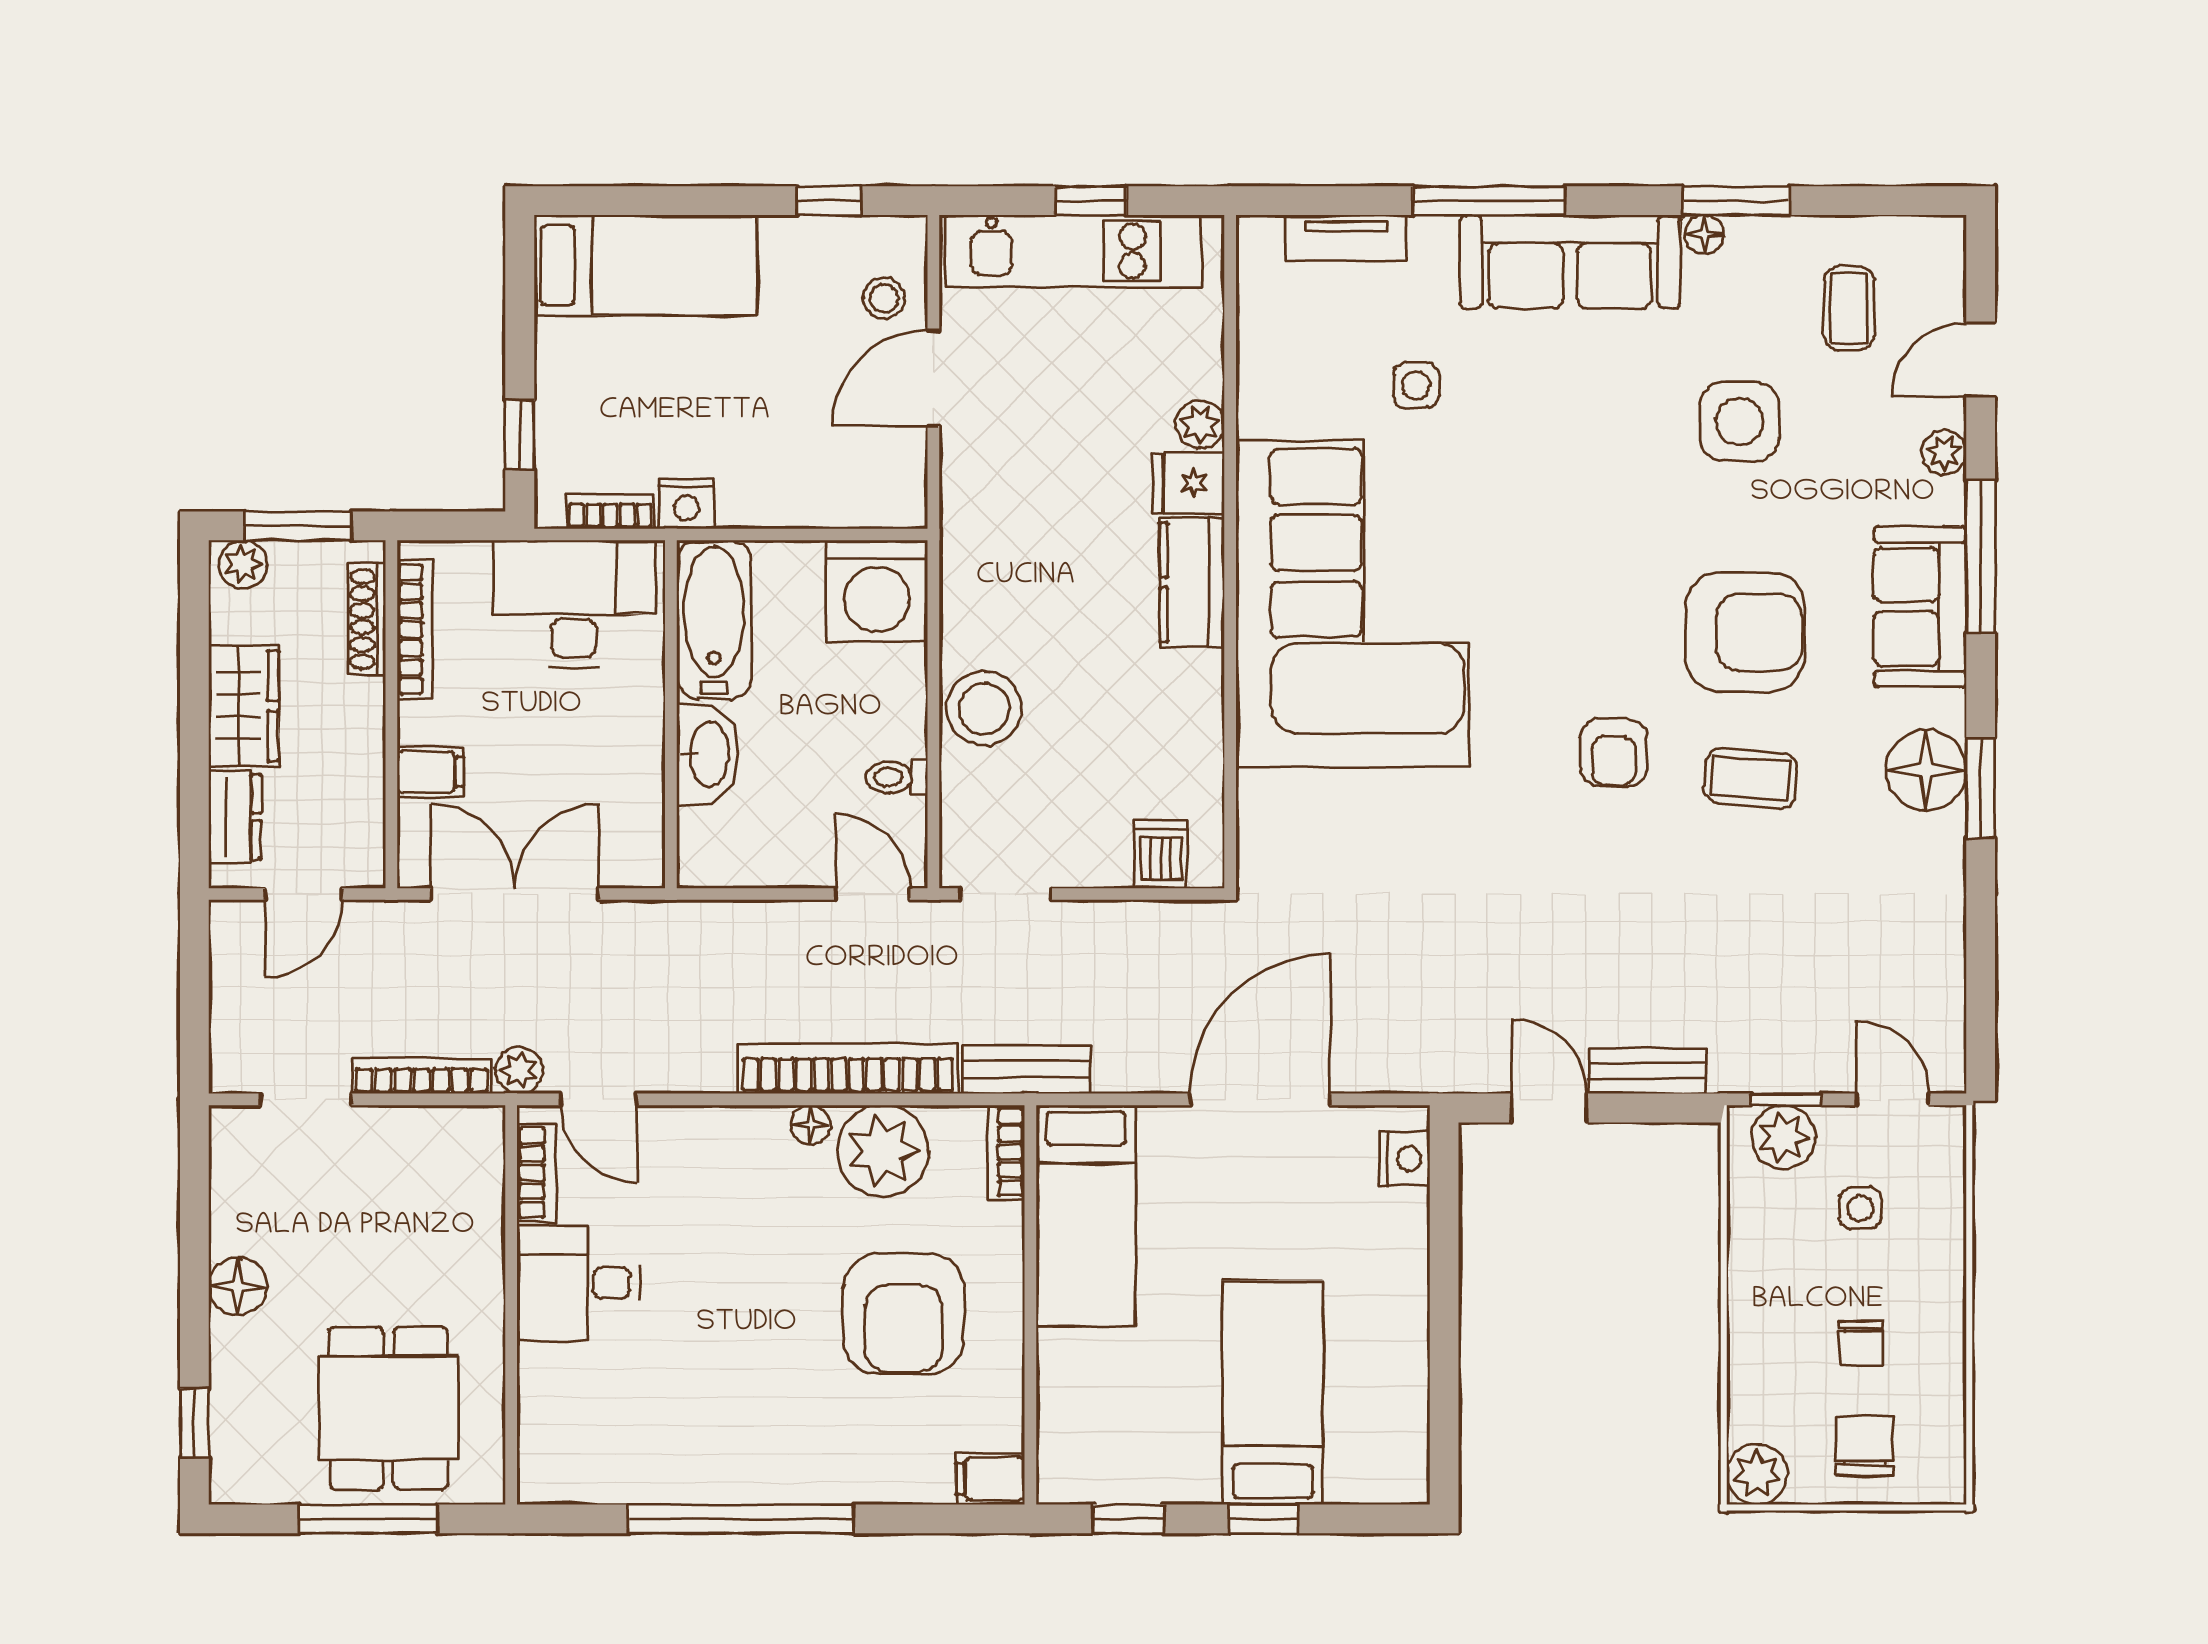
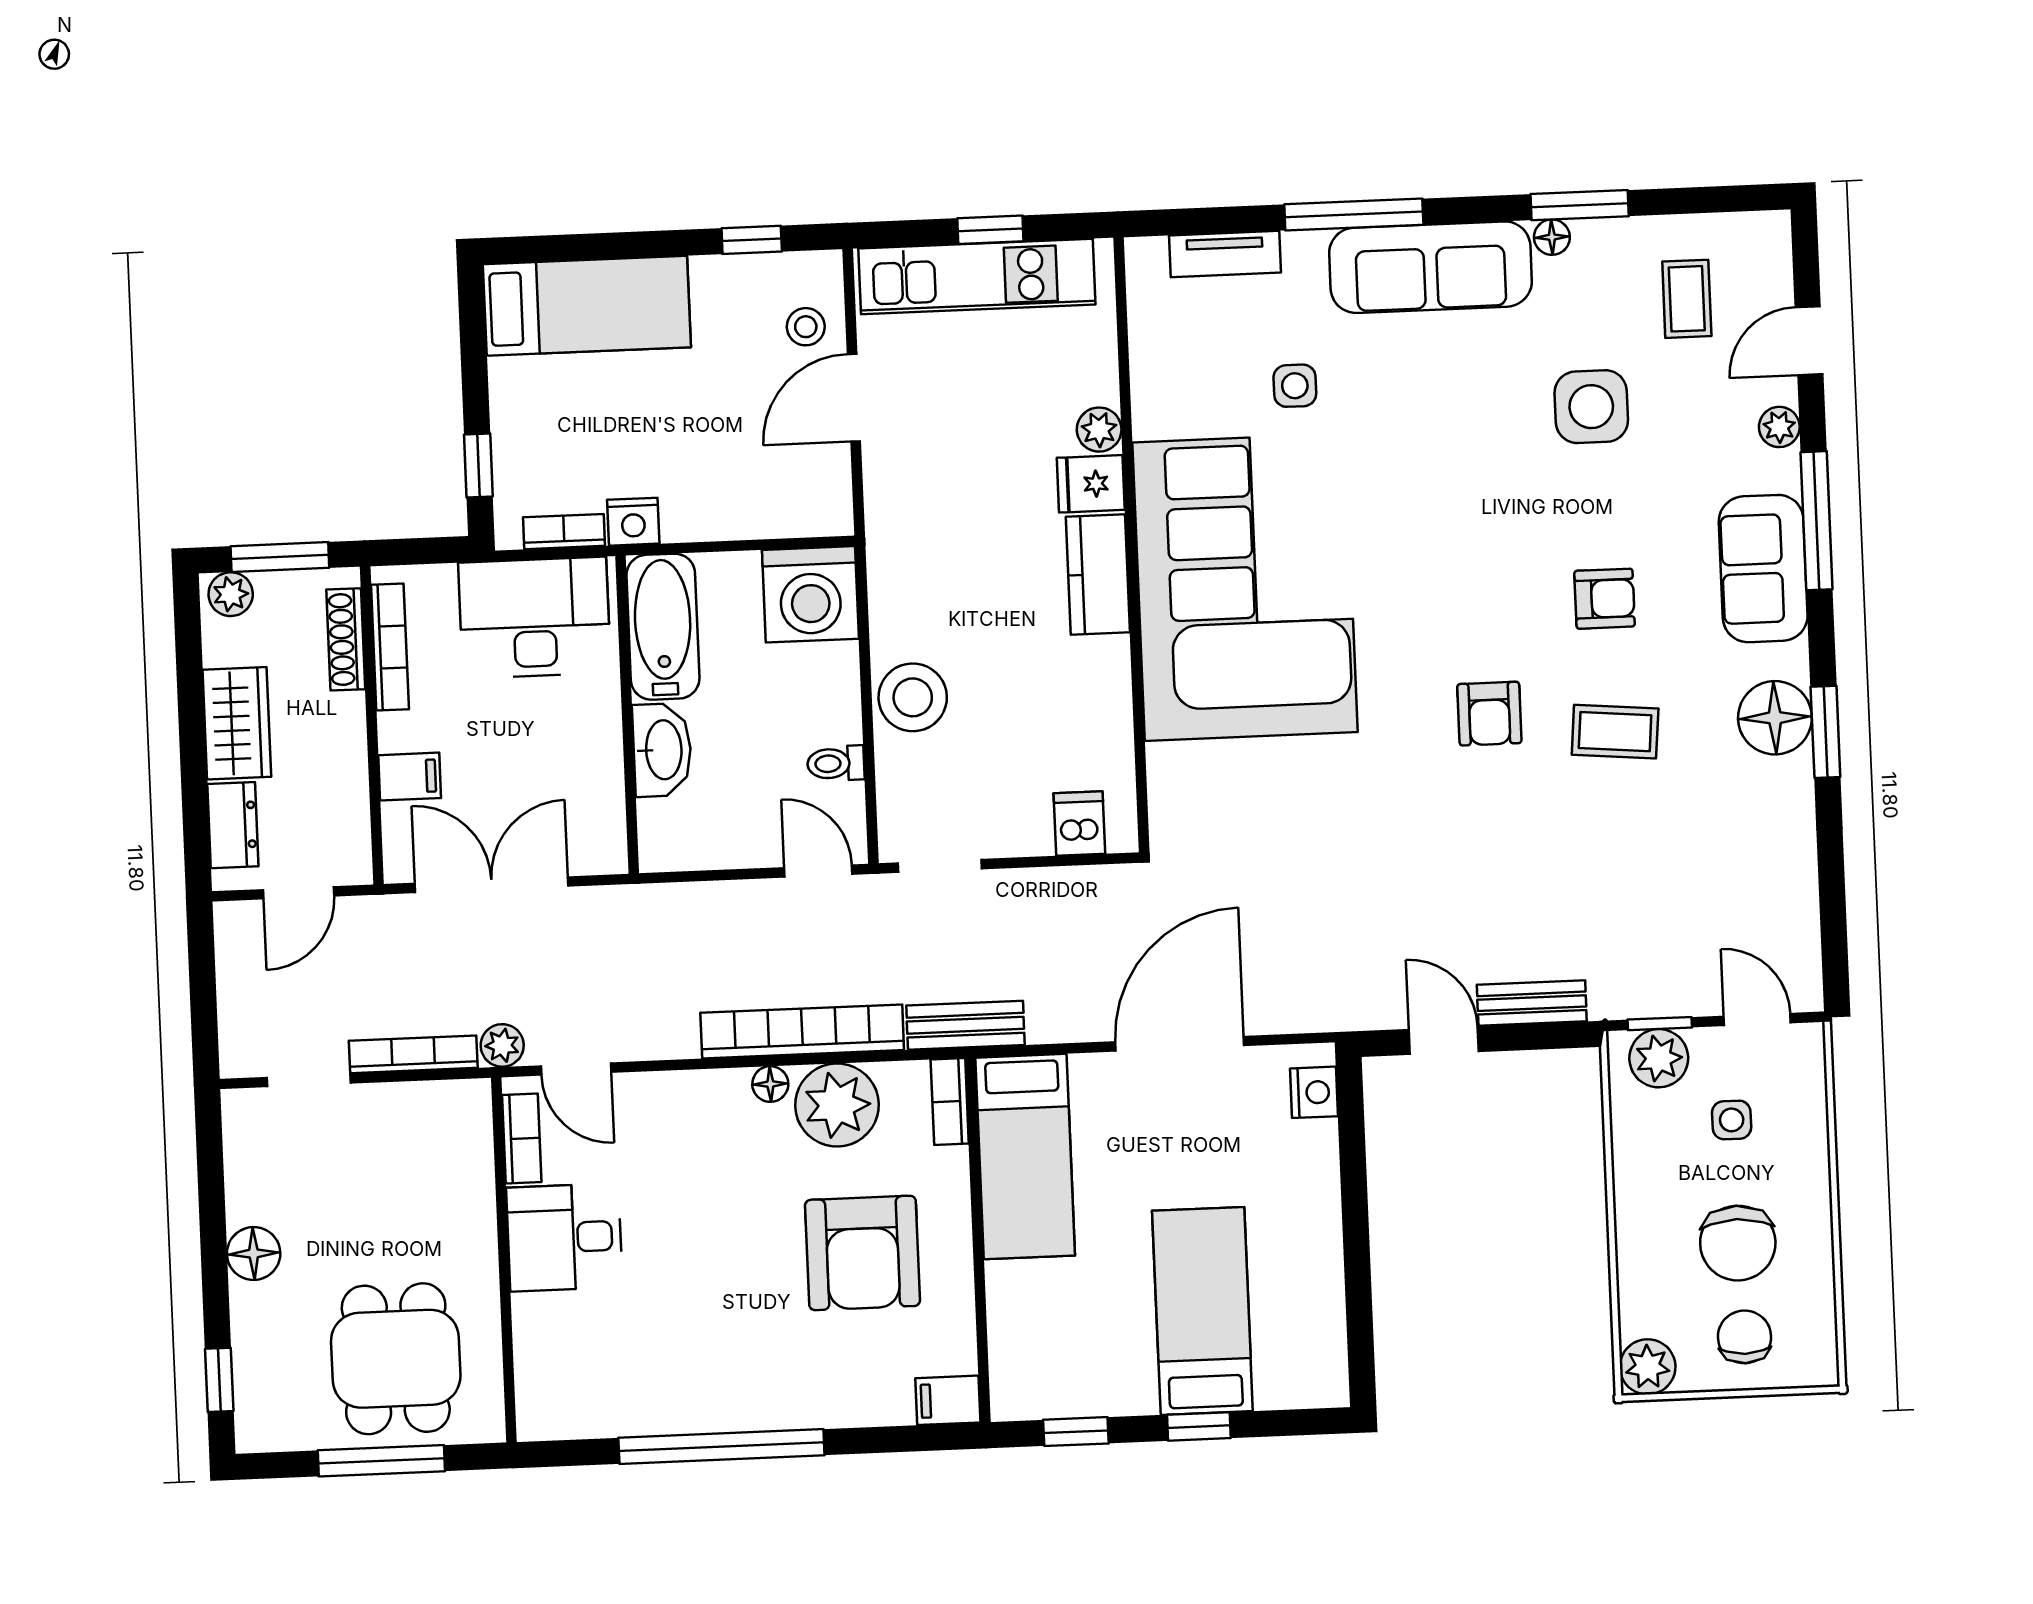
armchair: (1745, 632) -> (1605, 599), width x0.53, depth x0.53
chair: (1861, 1343) -> (1738, 1243), width x1.87, depth x1.87

